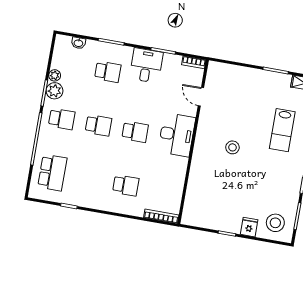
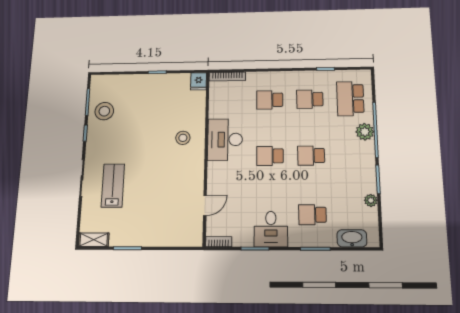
washbasin: (78, 43) -> (352, 238), width x1.91, depth x1.45
plant: (55, 91) -> (365, 132), moved
door: (201, 97) -> (205, 205), hinge flipped
school desk: (62, 119) -> (310, 99), moved
desk: (177, 135) -> (225, 140), moved
stool: (232, 147) -> (183, 138), moved
stool: (275, 223) -> (104, 111), moved
fridge: (249, 227) -> (199, 81), moved

